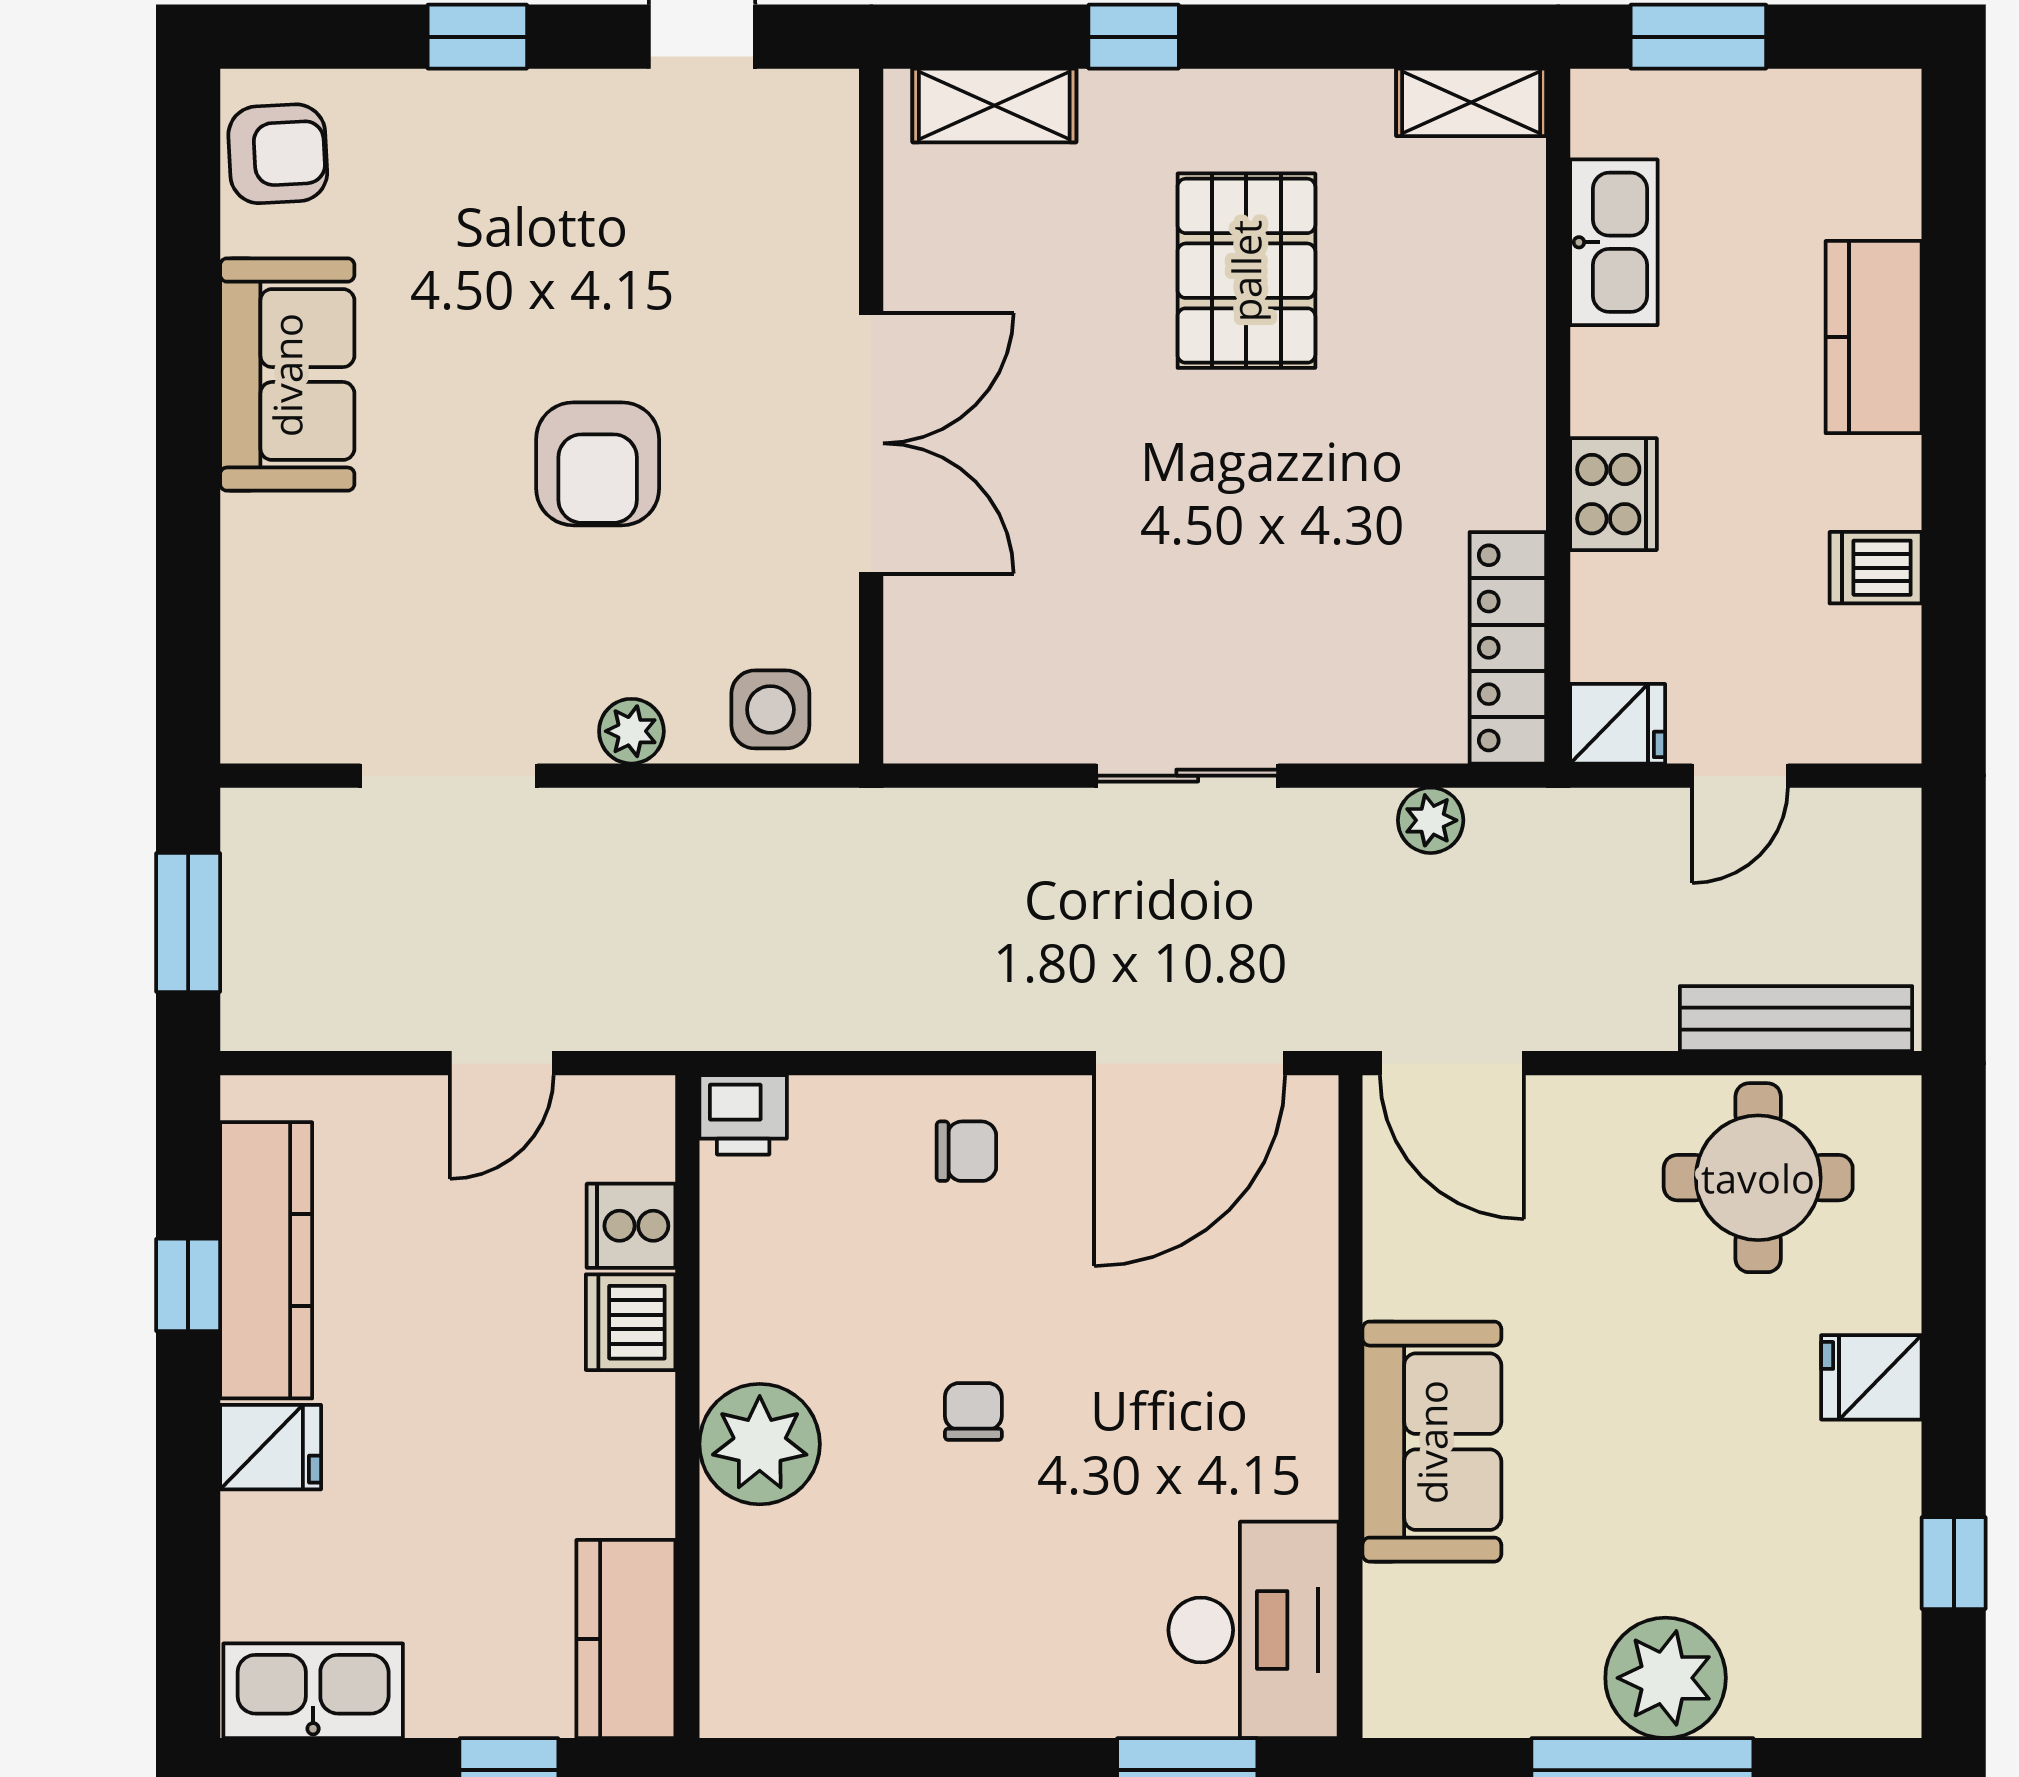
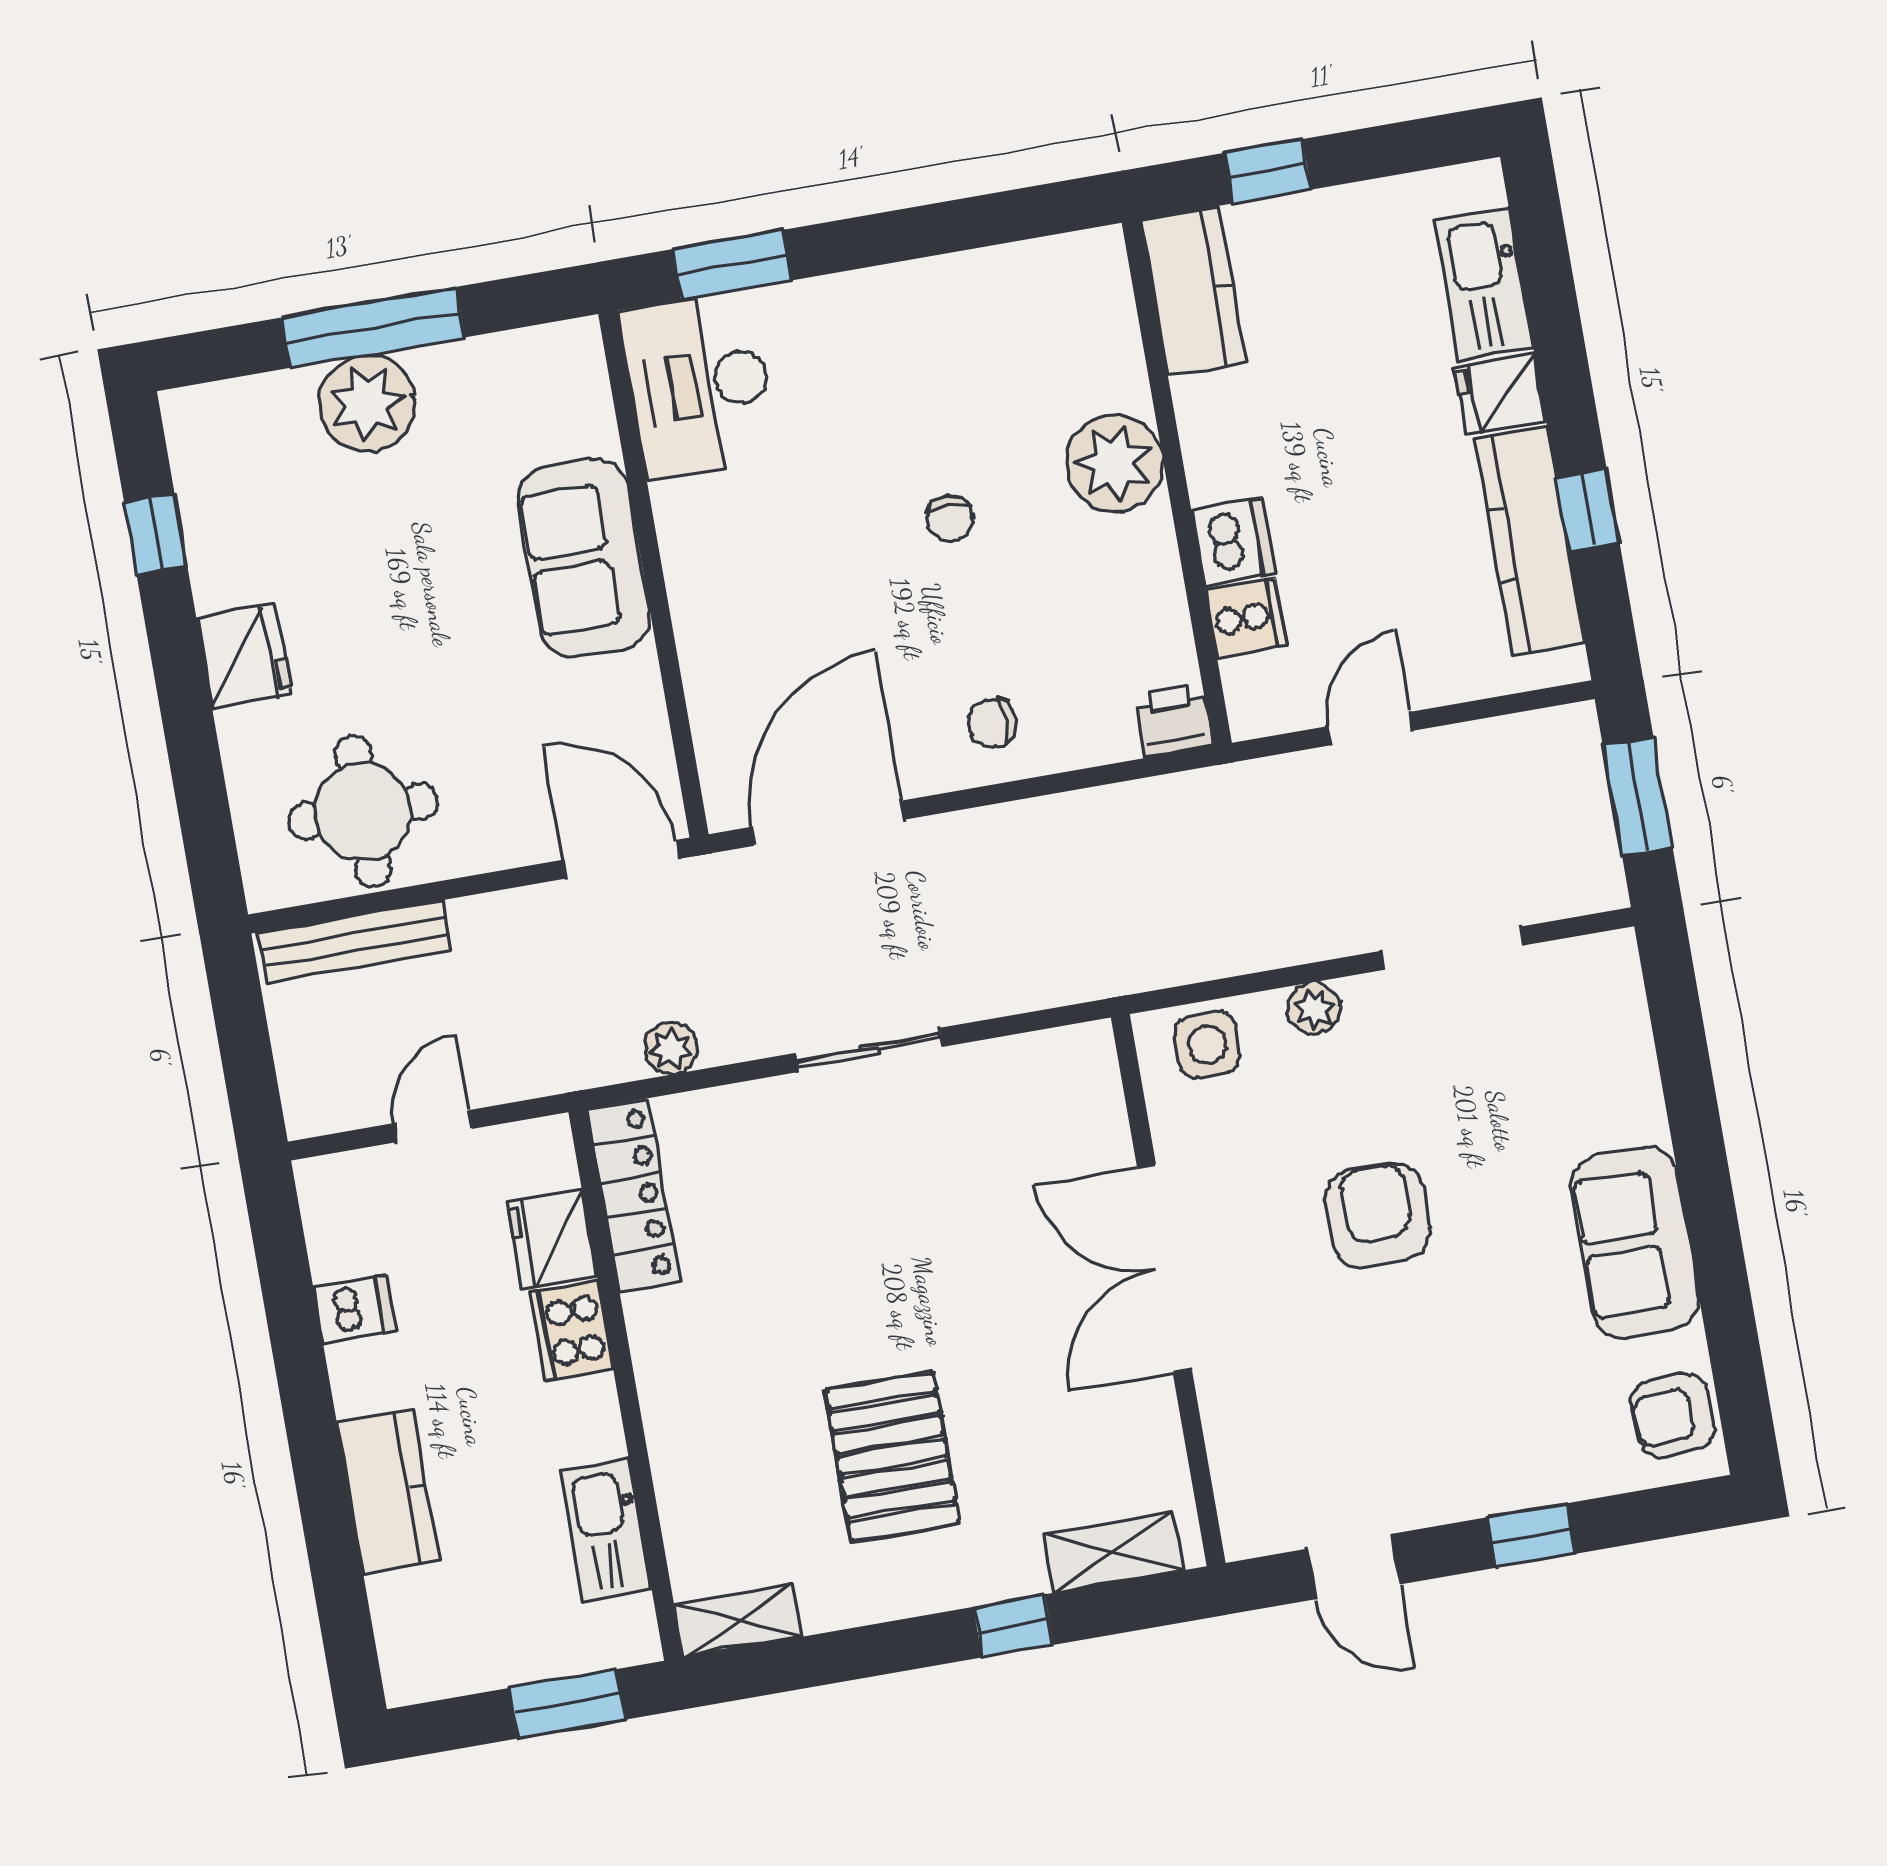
fridge: (1618, 724) -> (552, 1239), moved, width x1.38
fridge: (1871, 1377) -> (244, 656), width x1.38
kitchen sink: (313, 1691) -> (1484, 284), moved, turned 90

